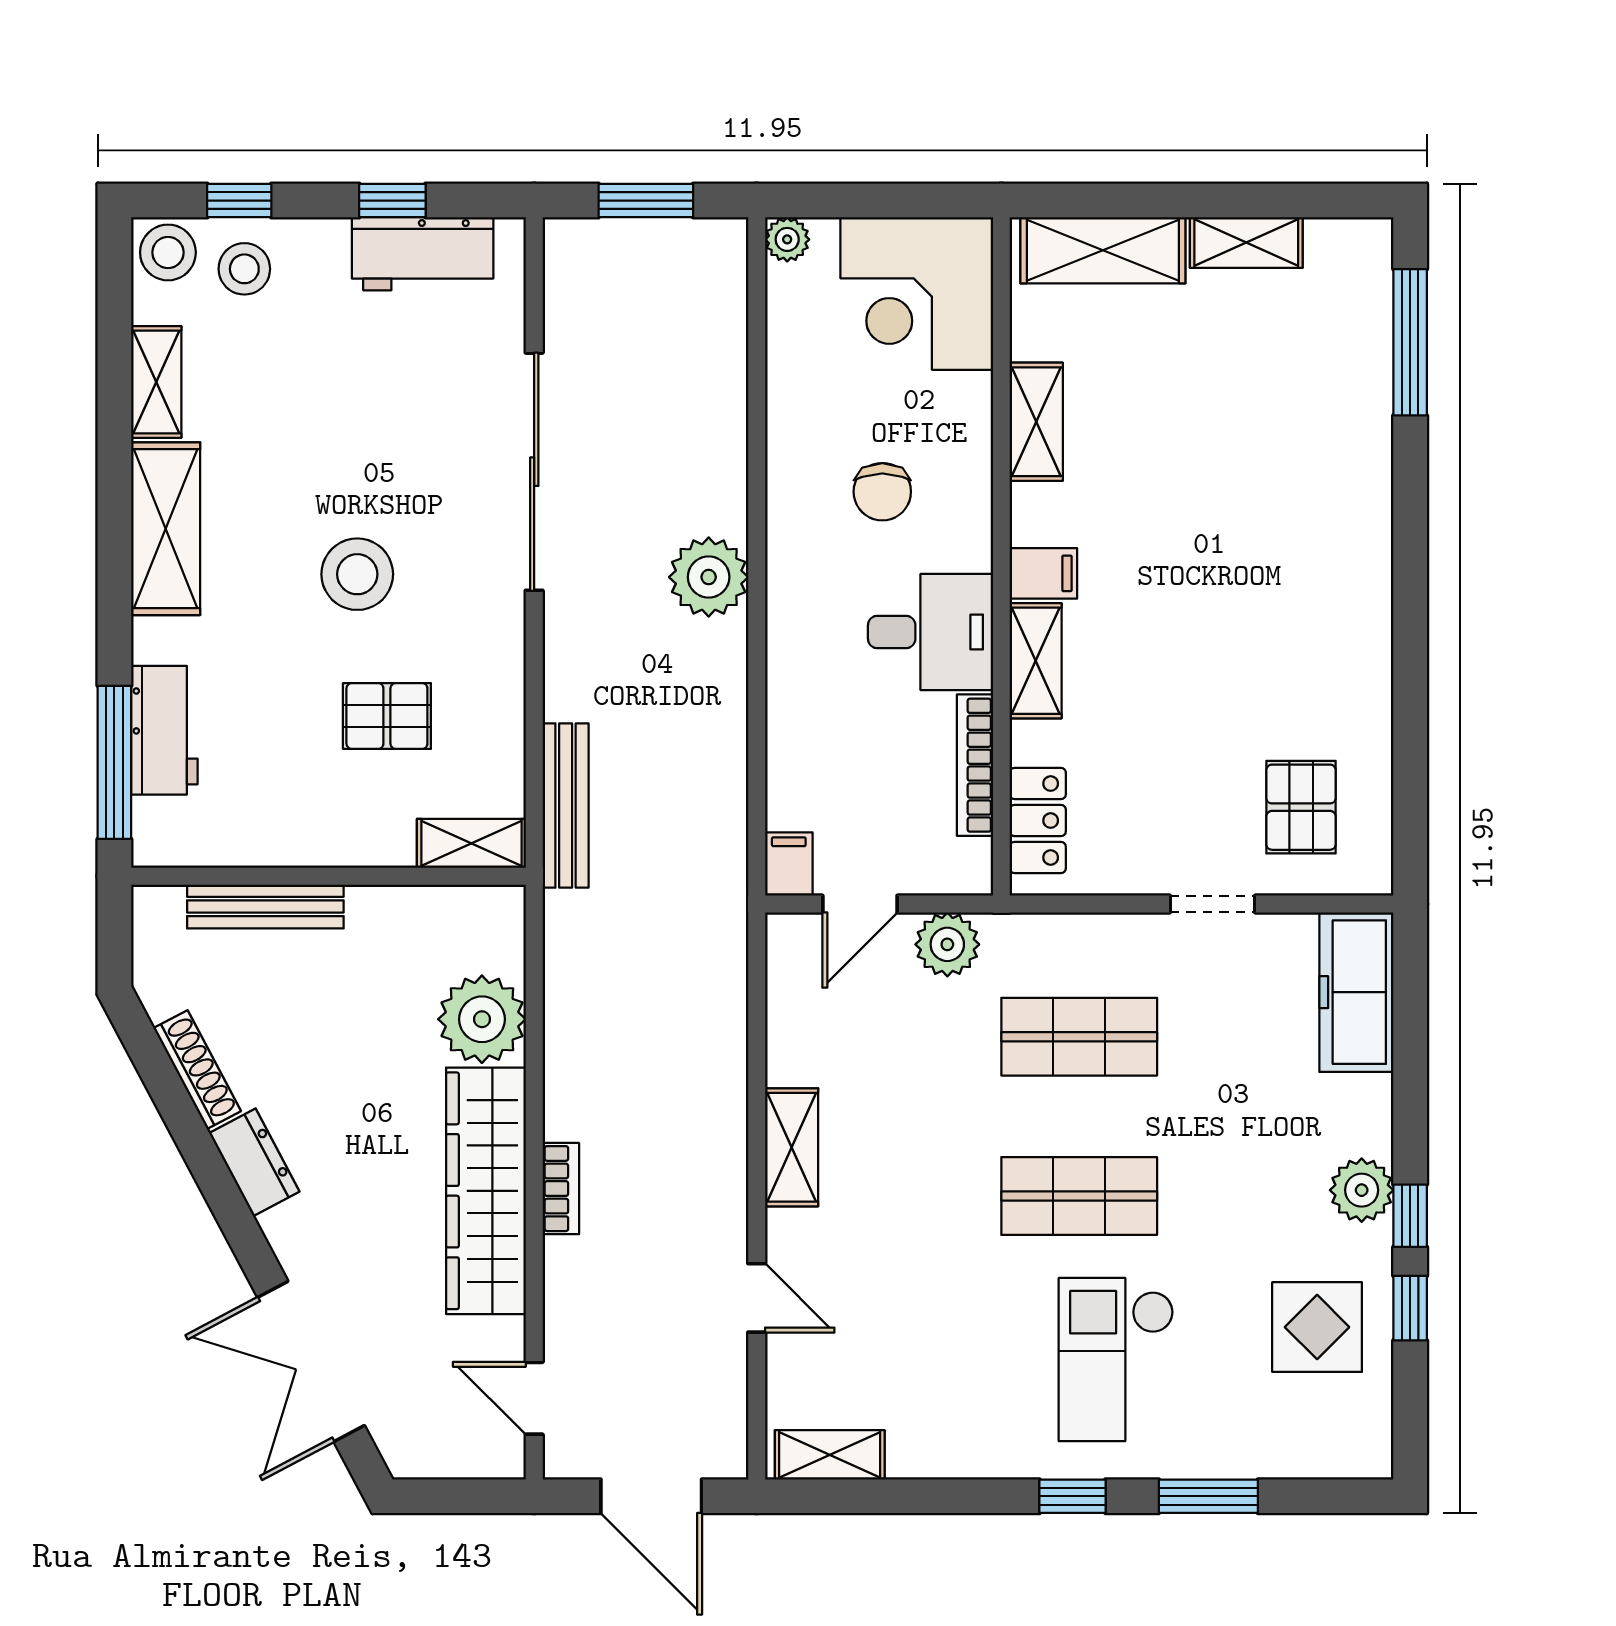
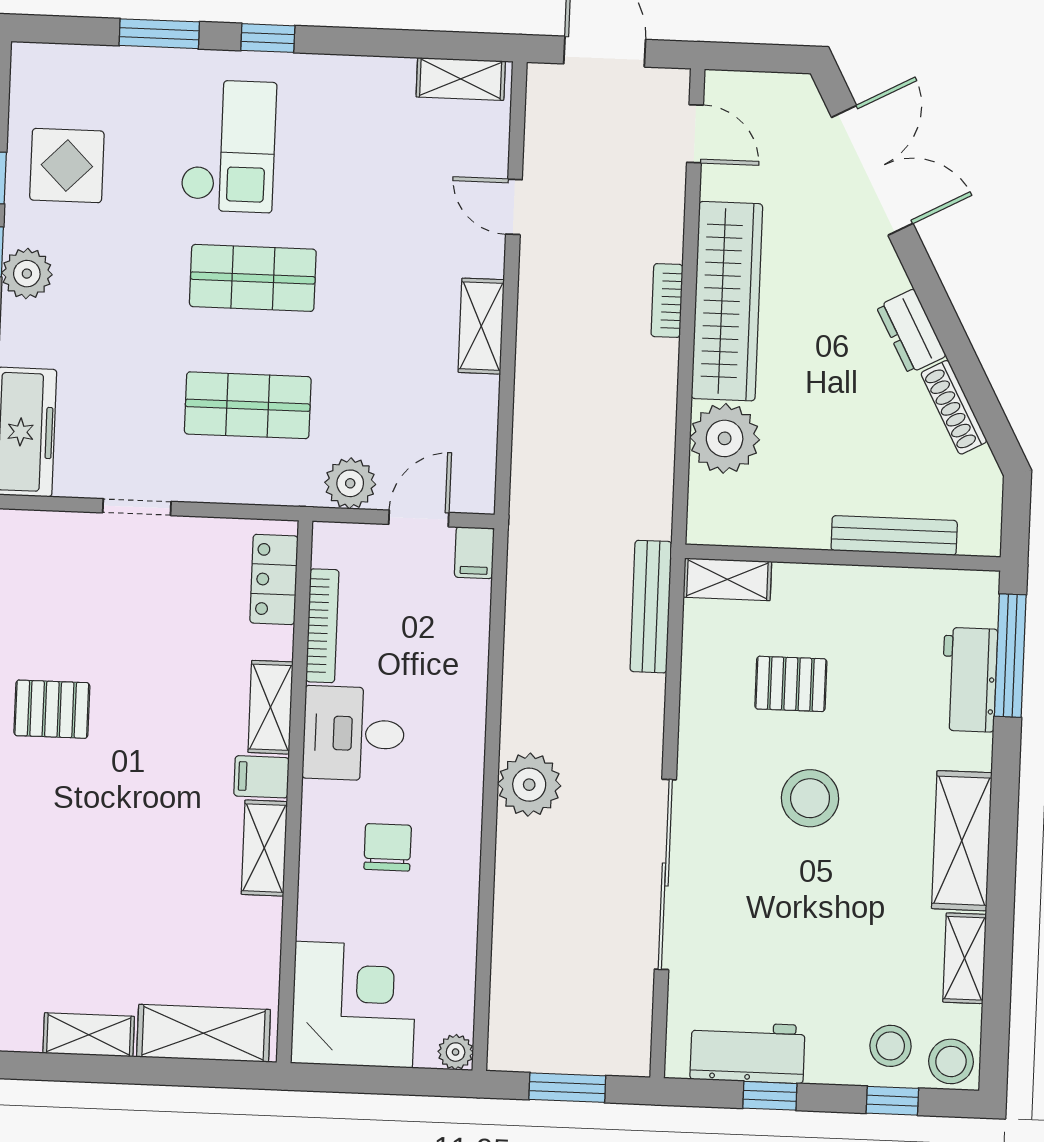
shelving: (1036, 422) -> (264, 848), moved
pallet: (1301, 807) -> (52, 709), moved, turned 90

